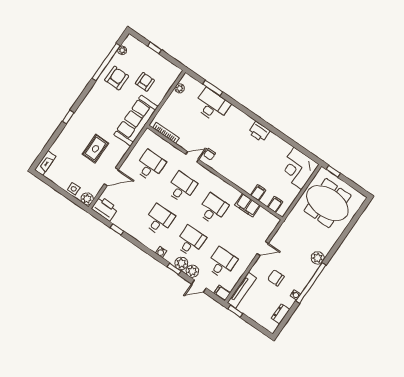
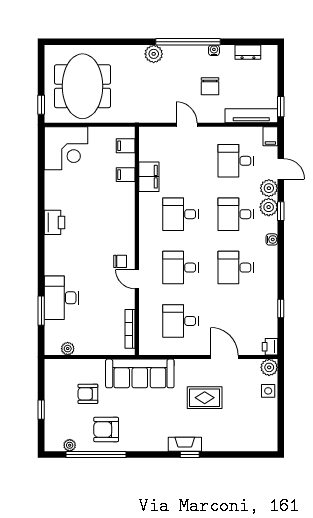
fireplace: (45, 163) -> (185, 444), moved
printer: (105, 208) -> (270, 347), width x0.53, depth x0.68

